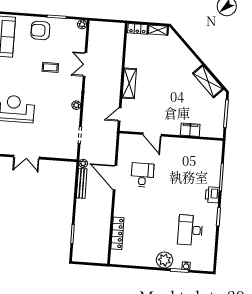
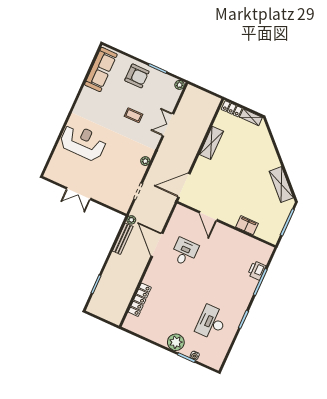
armchair: (40, 30) -> (137, 76), turned 180
shelving: (129, 83) -> (211, 143), moved
door: (120, 114) -> (184, 185), width x1.88
printer: (212, 195) -> (257, 270), moved

